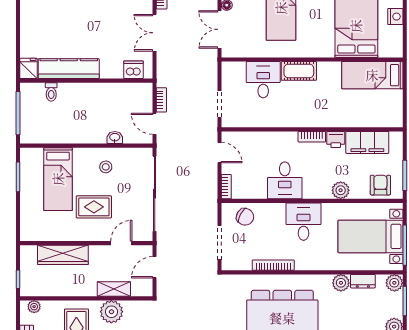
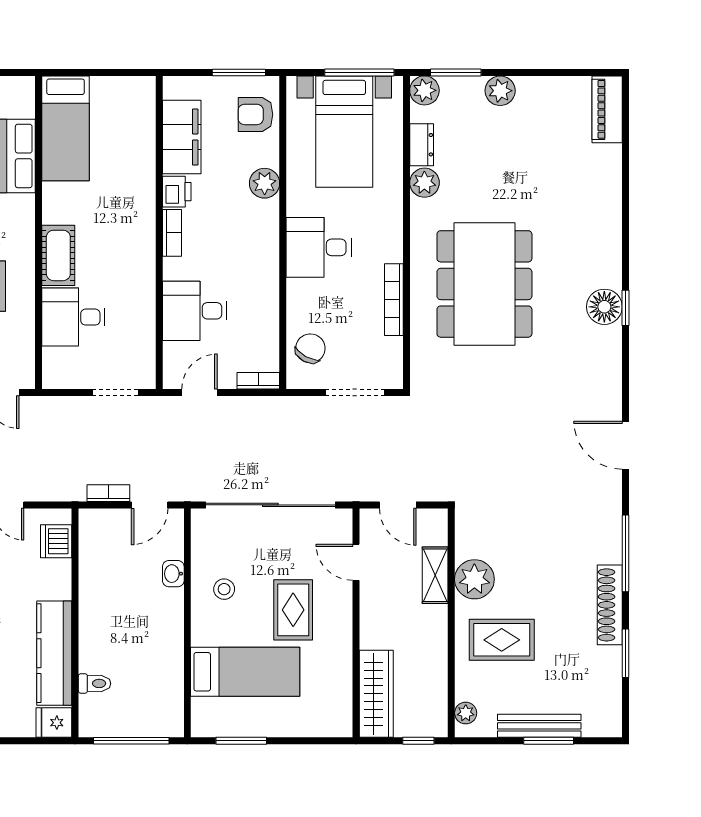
desk: (285, 180) -> (195, 311), moved, turned 180
wardrobe: (63, 255) -> (376, 694), moved

